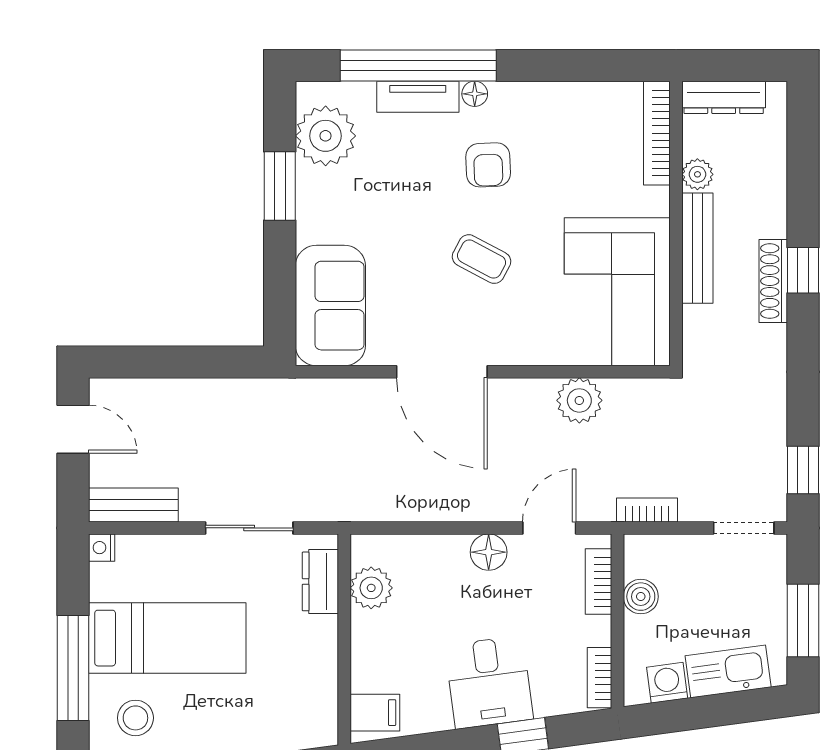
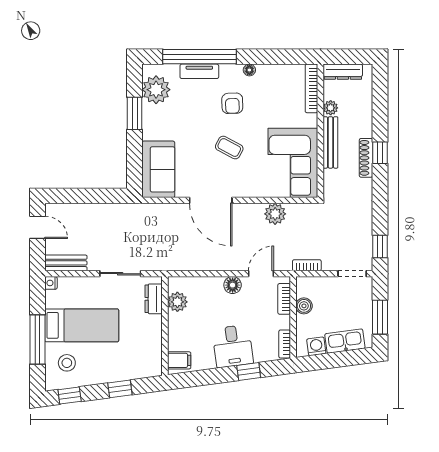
floor lamp: (475, 94) -> (249, 70), moved

